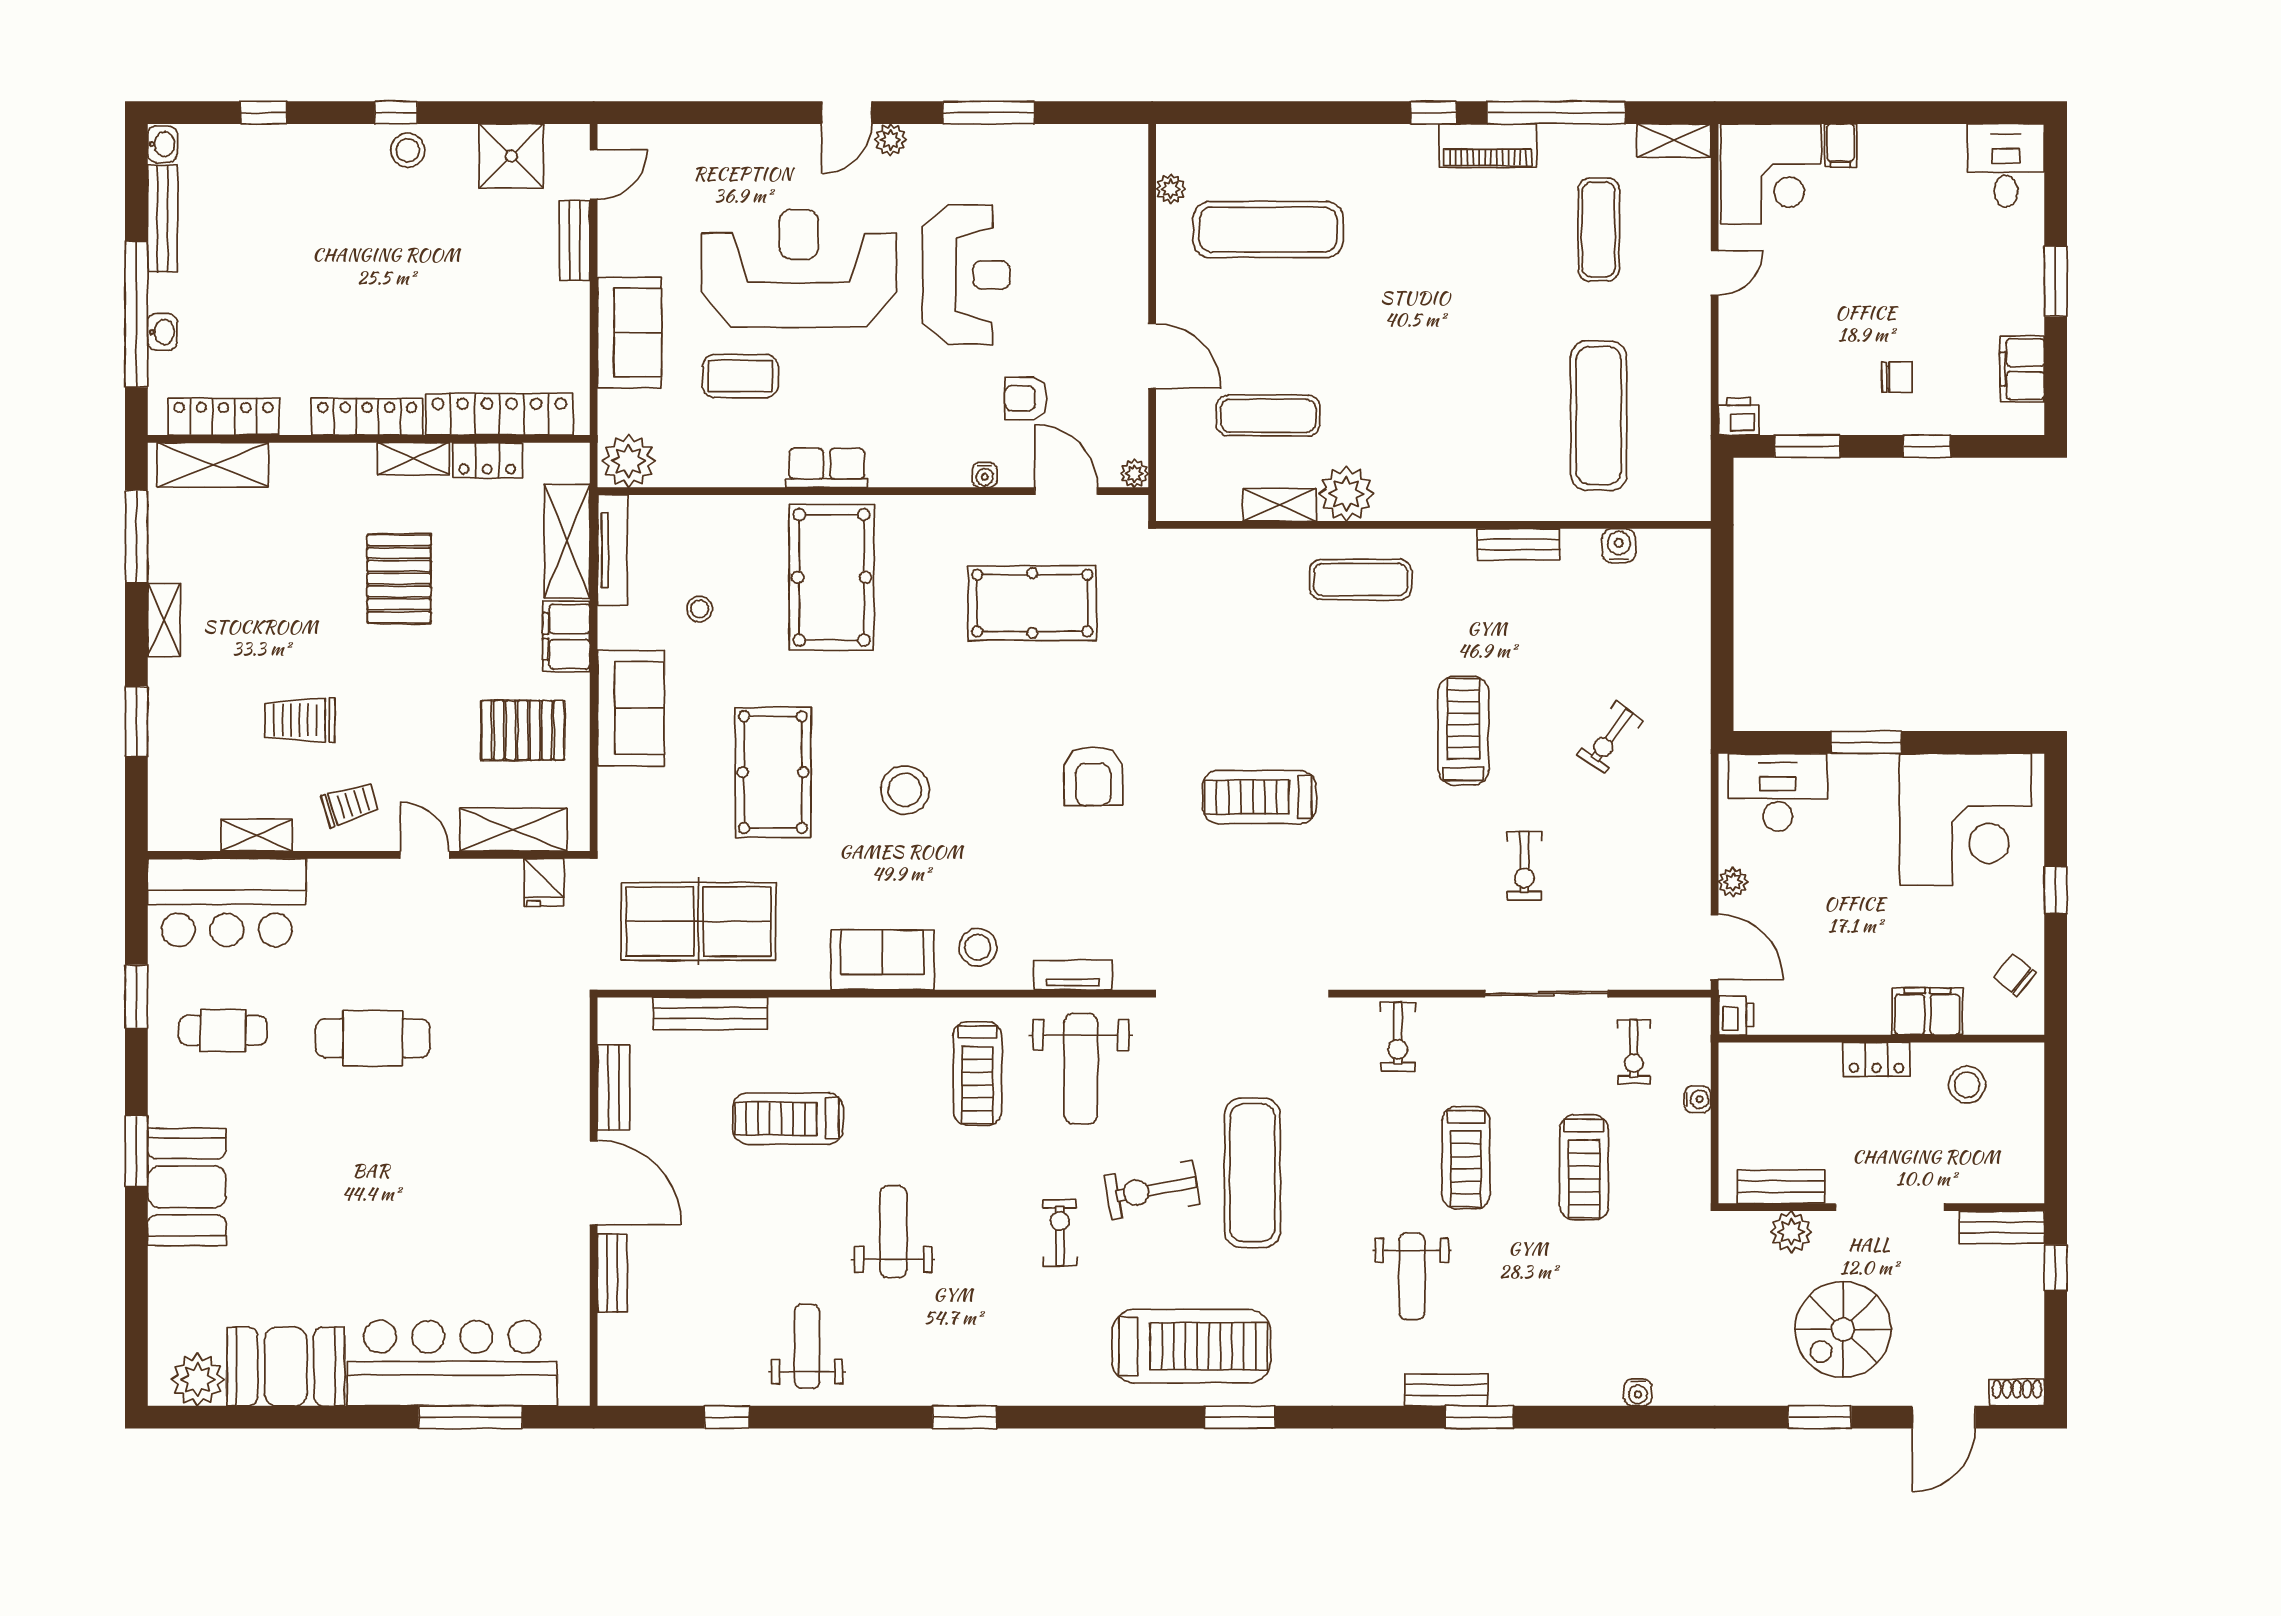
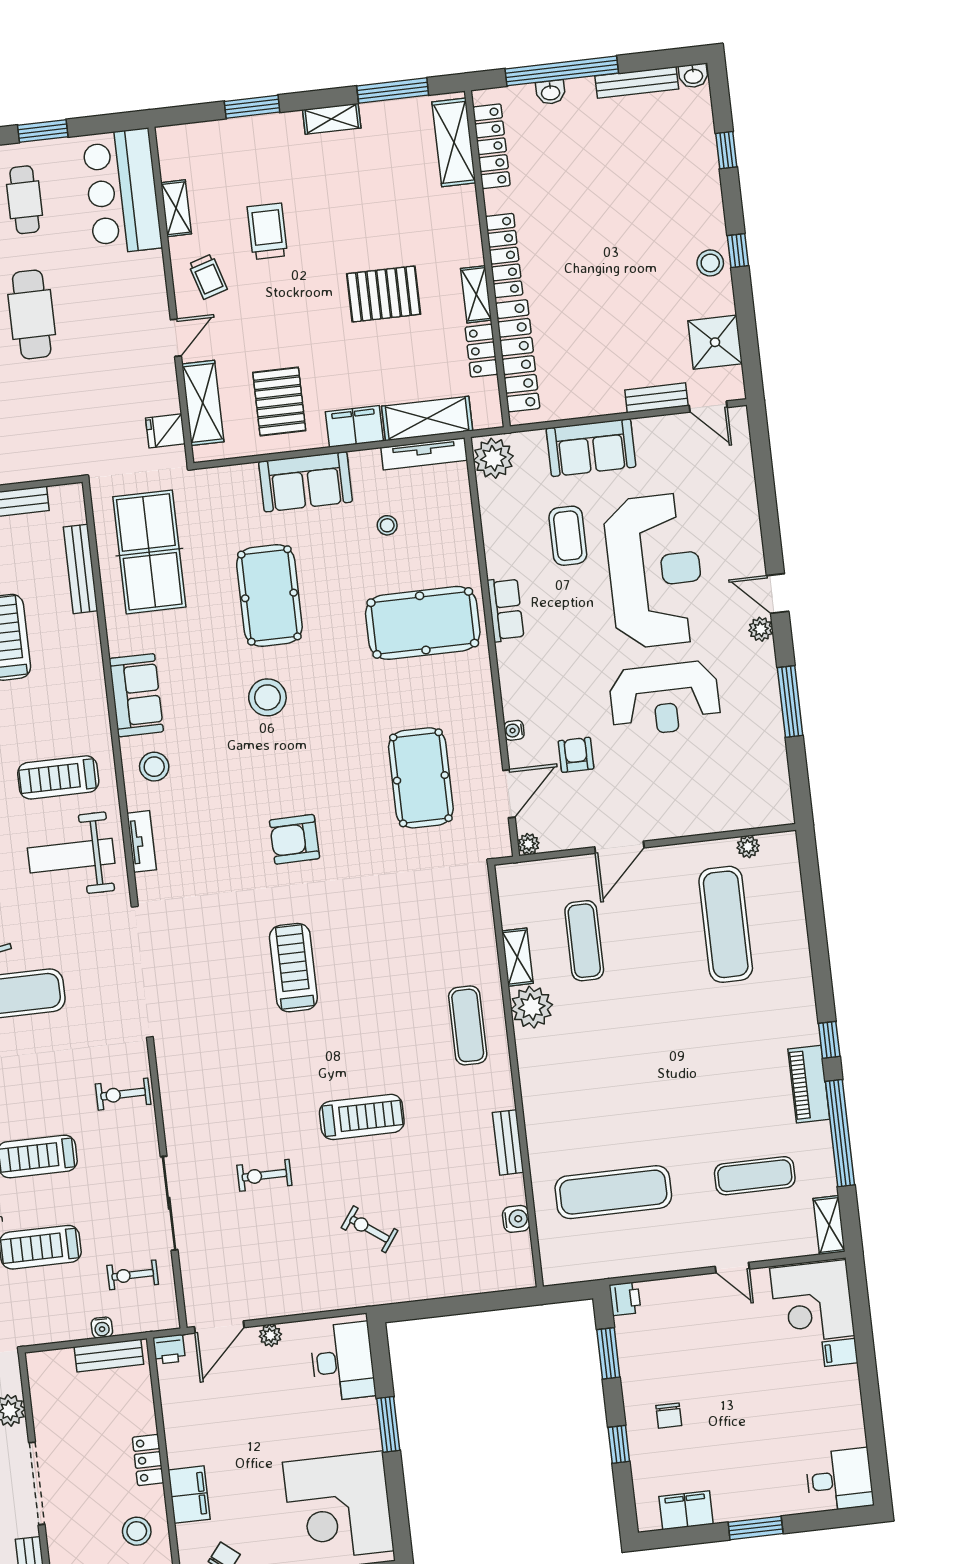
pool table: (773, 772) -> (269, 595), turned 90
bench: (1781, 1187) -> (109, 1356), moved, turned 90

